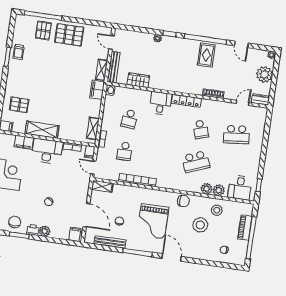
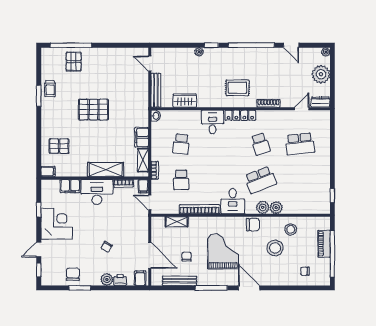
pallet: (69, 35) -> (93, 110), moved
rug: (206, 55) -> (237, 88), moved, turned 90
shelving: (102, 70) -> (143, 95), removed
filing cabinet: (97, 90) -> (142, 137), moved
shelving: (42, 130) -> (106, 170), moved
shelving: (102, 186) -> (177, 222), moved
desk: (240, 188) -> (233, 201), moved
plant: (219, 190) -> (263, 207), moved
grand piano: (153, 221) -> (223, 251), turned 180
printer: (33, 230) -> (120, 280), moved

